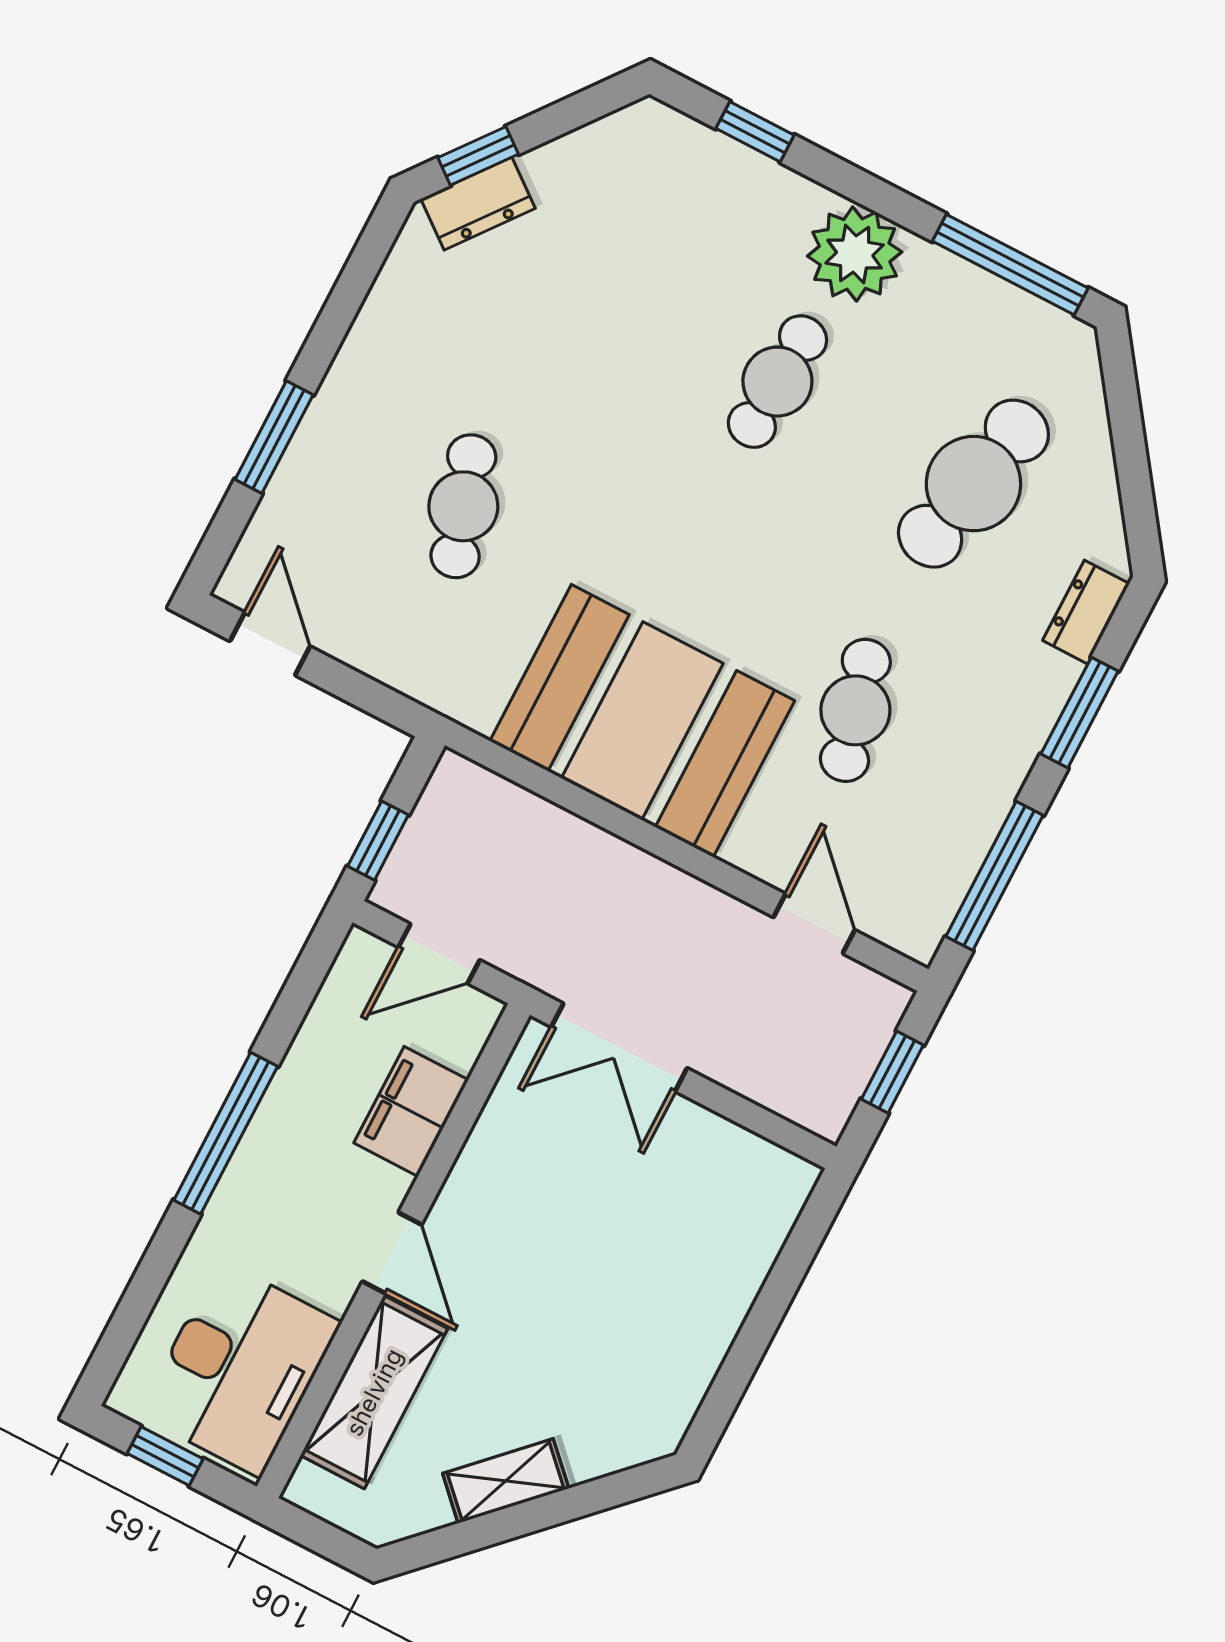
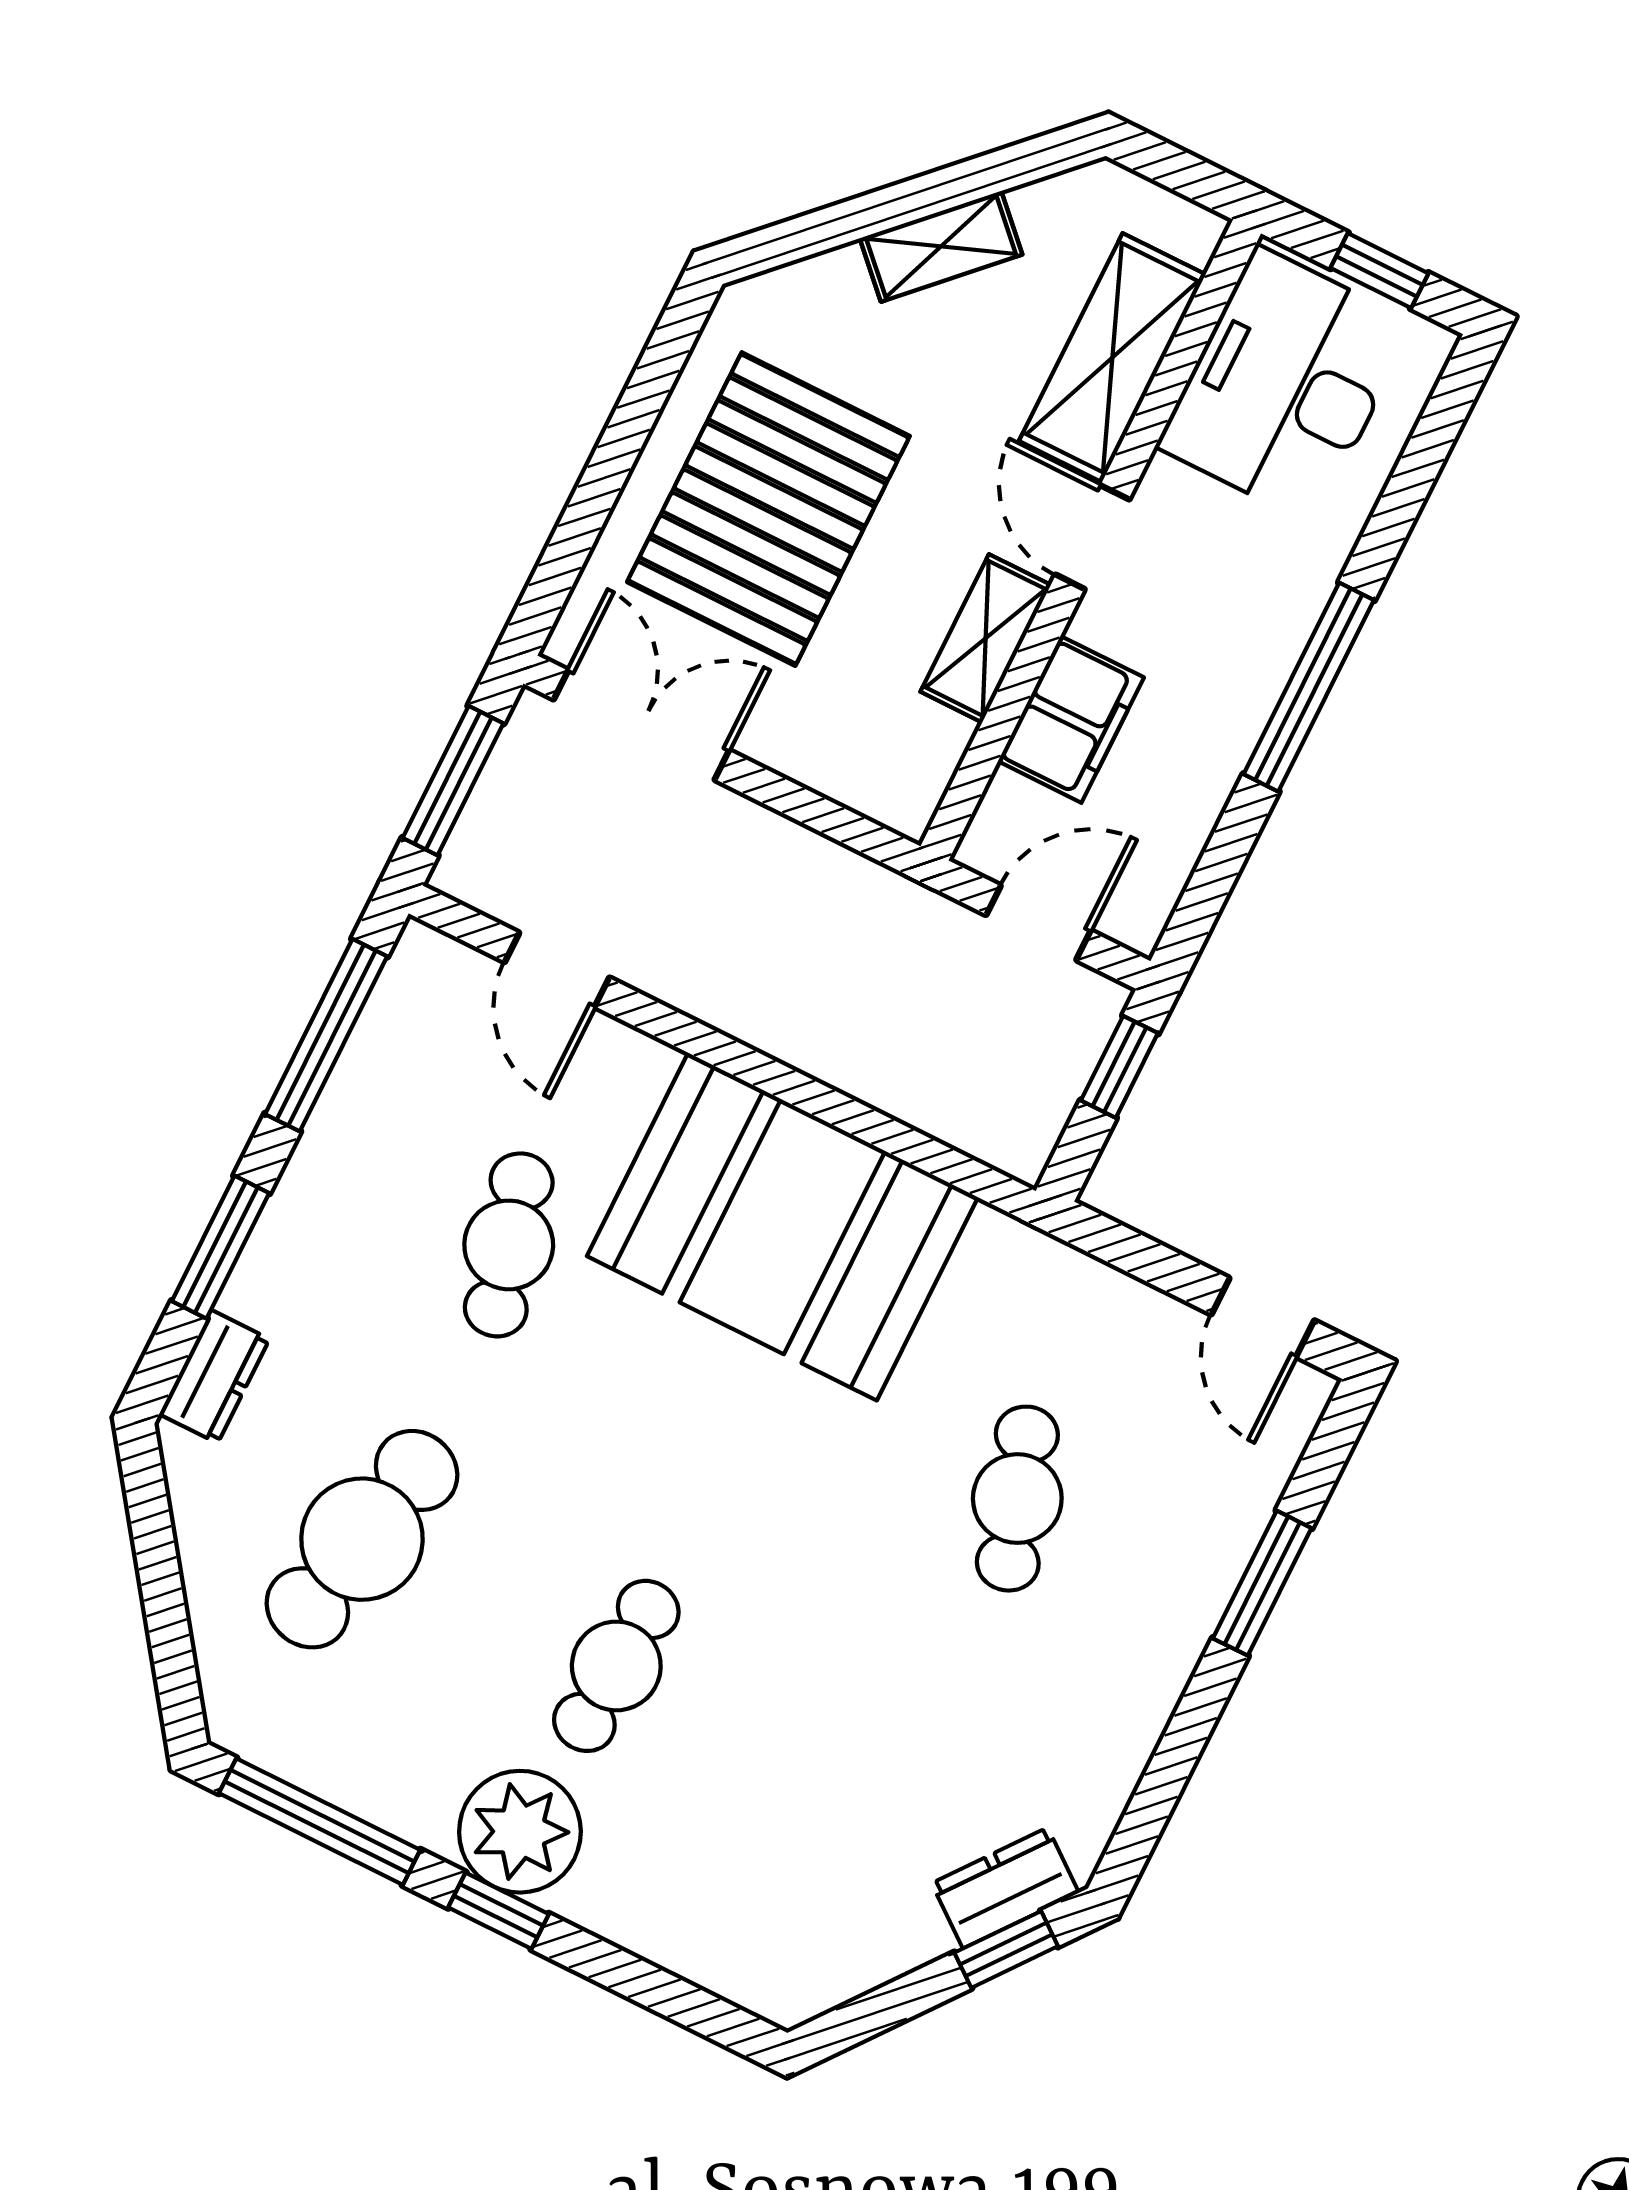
window: (755, 132) -> (499, 1911), moved
double door: (619, 1047) -> (641, 725), moved
window: (892, 1072) -> (453, 781), width x1.50
shelving: (476, 1176) -> (986, 638), added
pallet: (643, 1279) -> (768, 509), added

